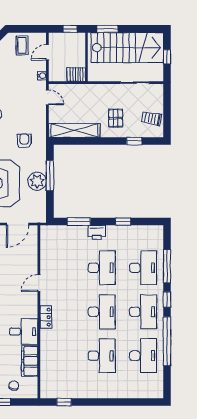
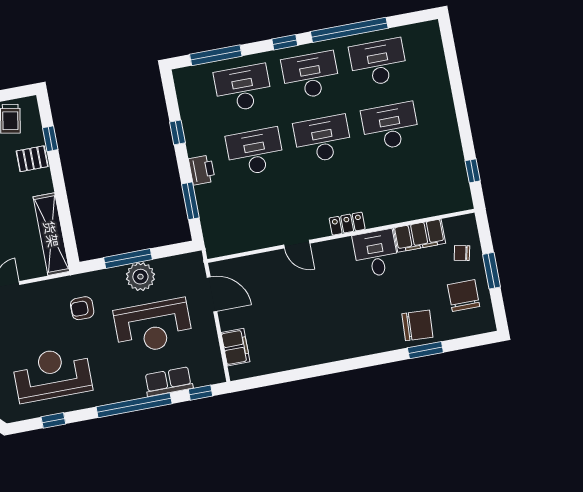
pallet: (116, 118) -> (32, 159), moved
window: (167, 266) -> (216, 55), moved

